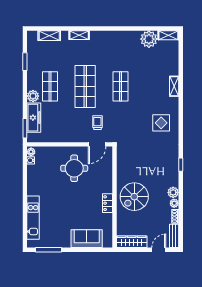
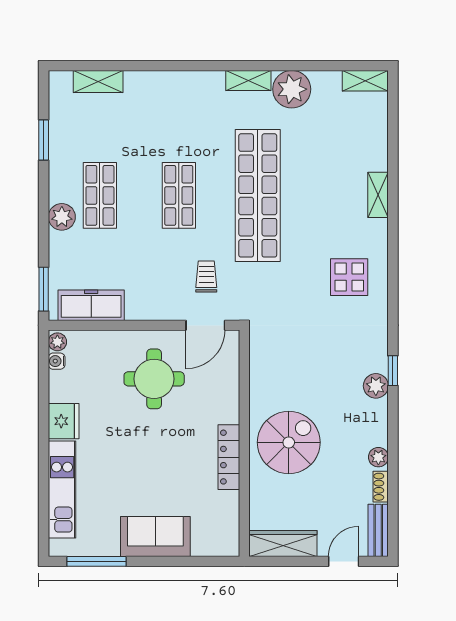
shelving: (79, 35) -> (248, 80), moved
plant: (149, 39) -> (292, 89), moved
shop shelf: (85, 86) -> (179, 195), width x0.70, depth x0.74
shop shelf: (120, 86) -> (258, 195), width x2.00, depth x1.36
freezer: (34, 118) -> (91, 305), moved, turned -90
fridge: (34, 187) -> (64, 421), added
plant: (173, 192) -> (376, 386), moved
spiral stairs: (134, 197) -> (289, 442), turned 180
locker: (108, 203) -> (229, 457), width x1.53
sofa: (87, 239) -> (155, 536), moved

